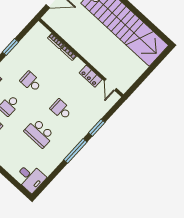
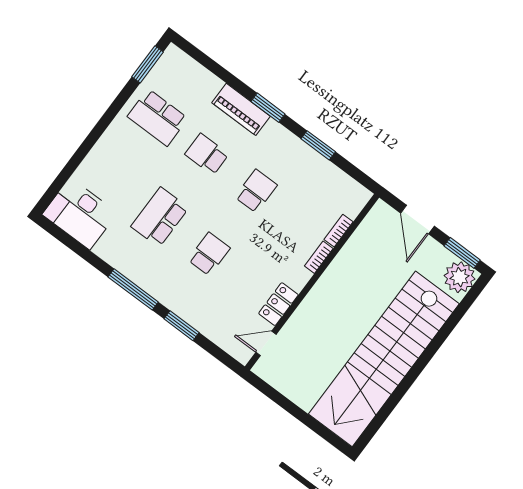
desk: (30, 178) -> (80, 214), width x1.37

